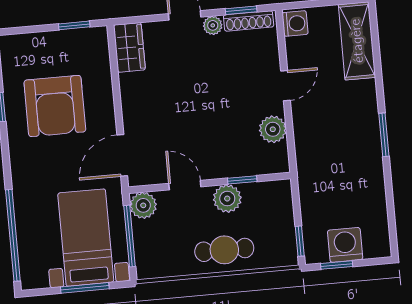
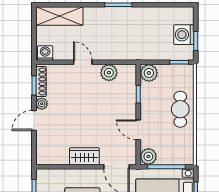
wardrobe: (129, 47) -> (84, 156), moved
door: (185, 185) -> (138, 130), hinge flipped
plant: (227, 199) -> (149, 73), moved

